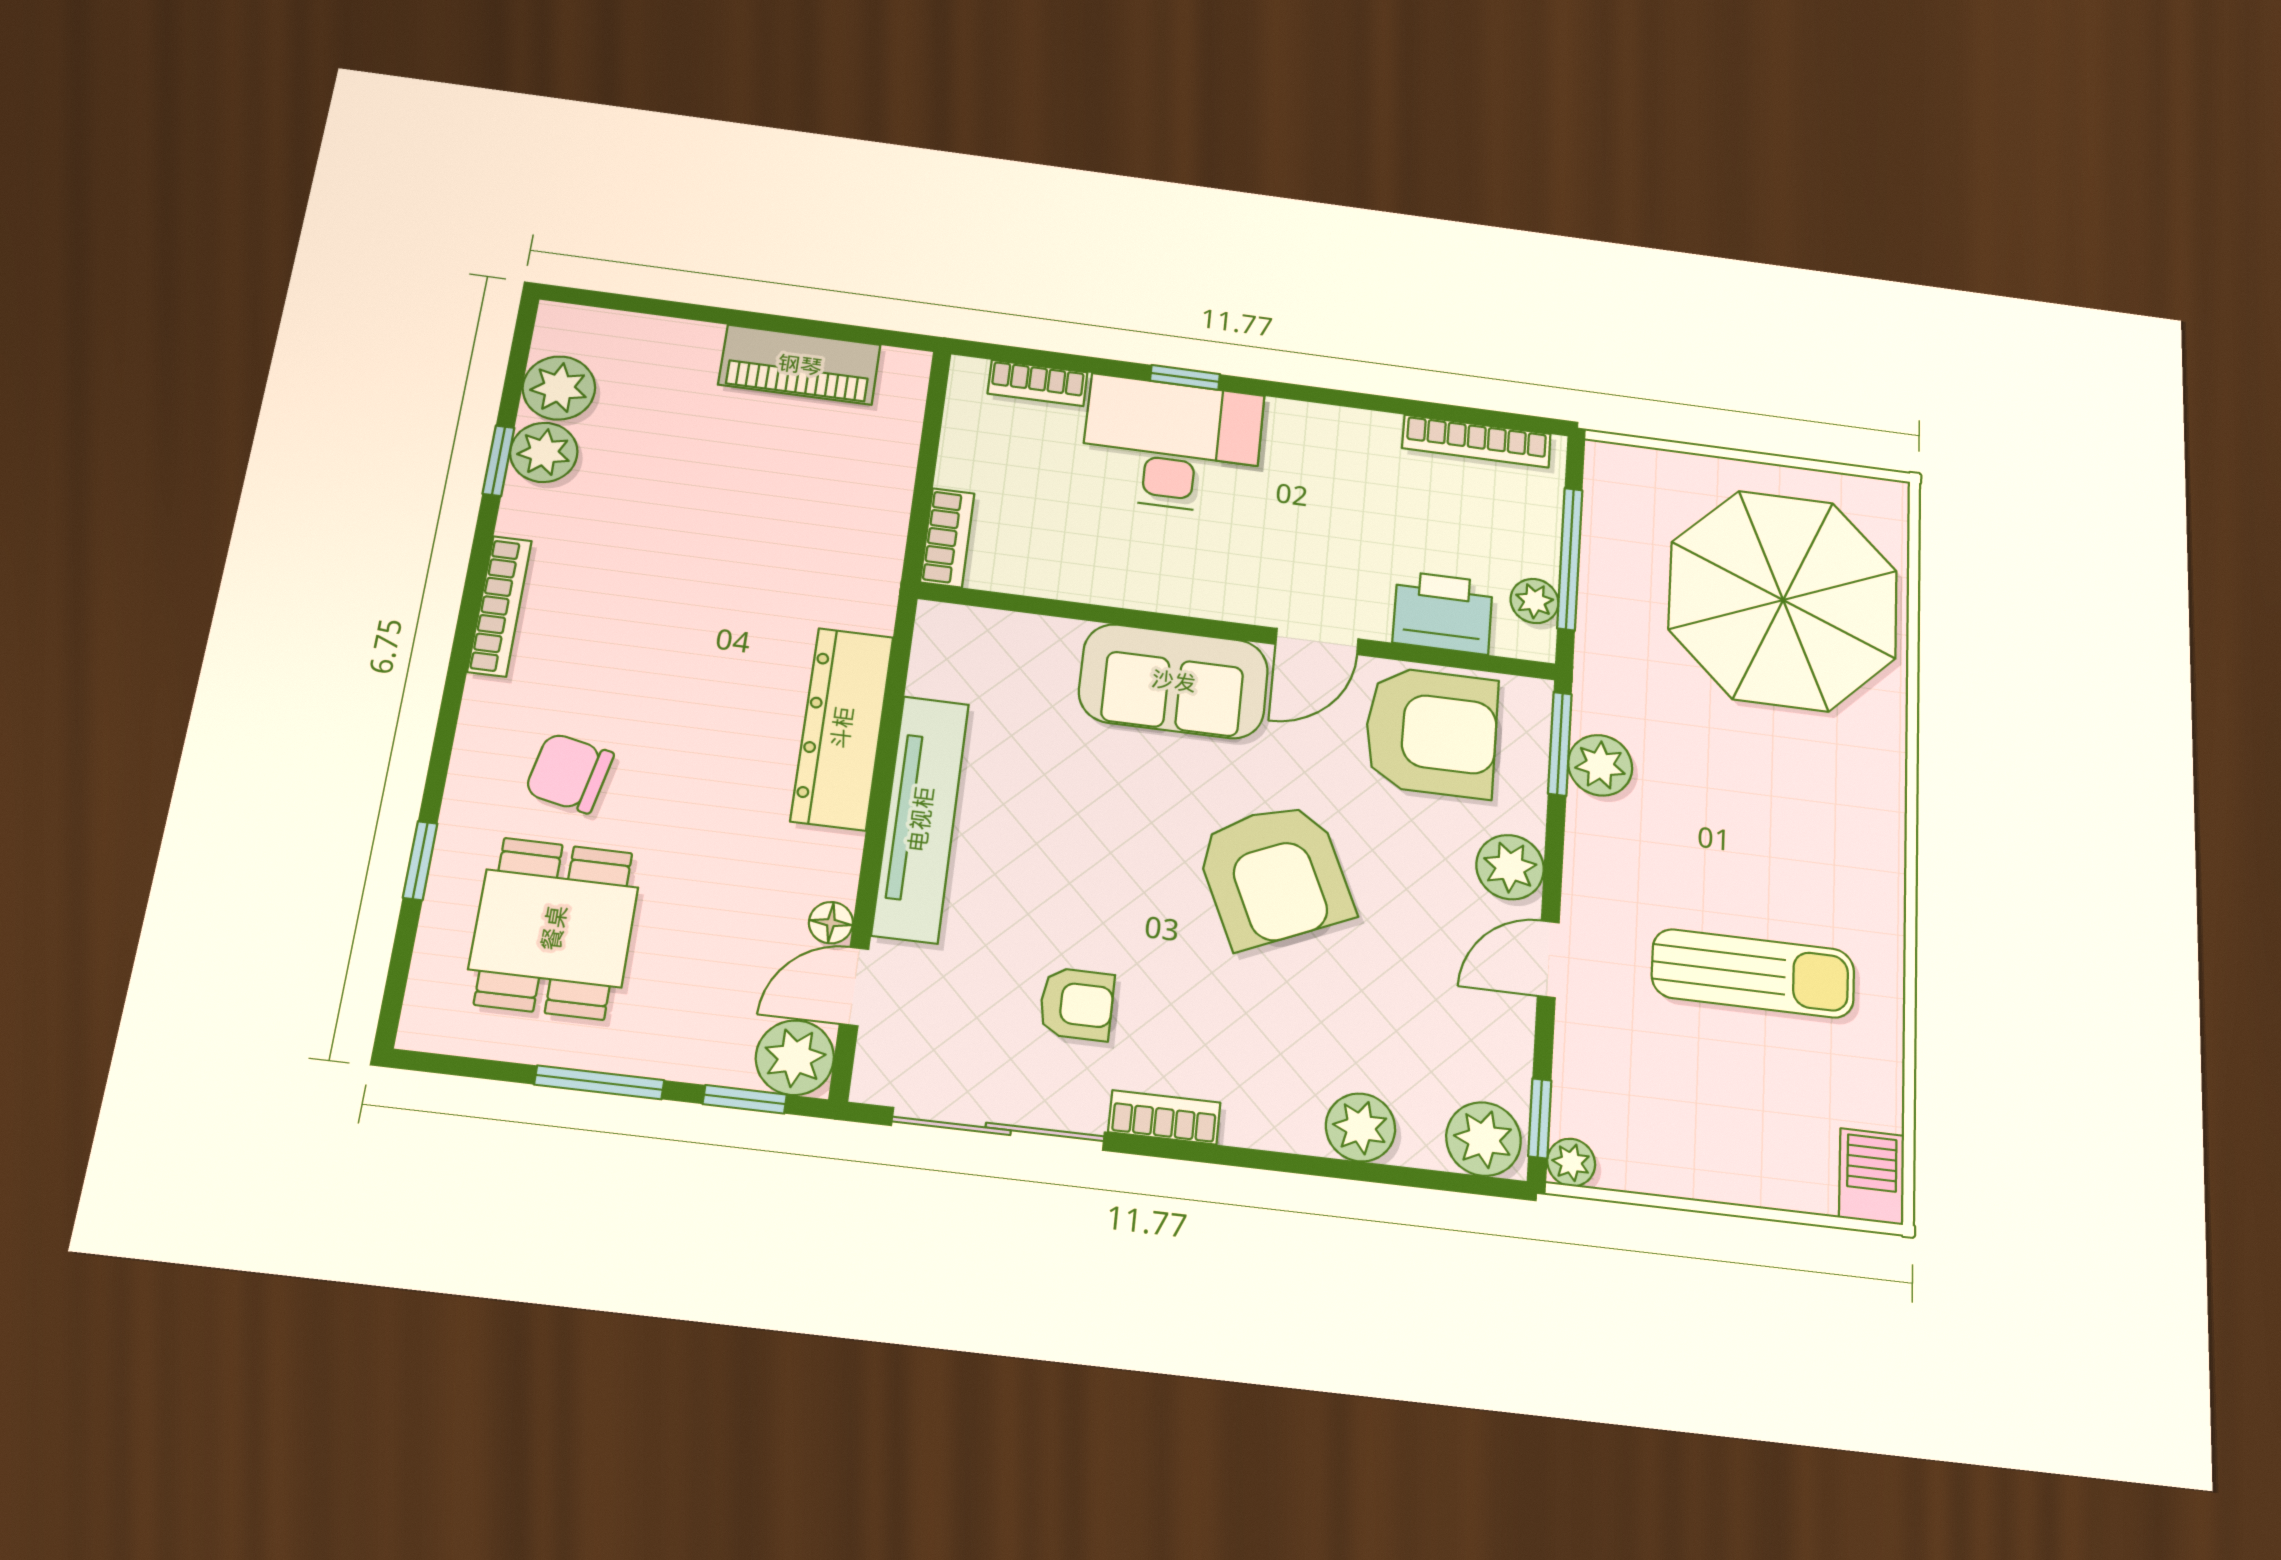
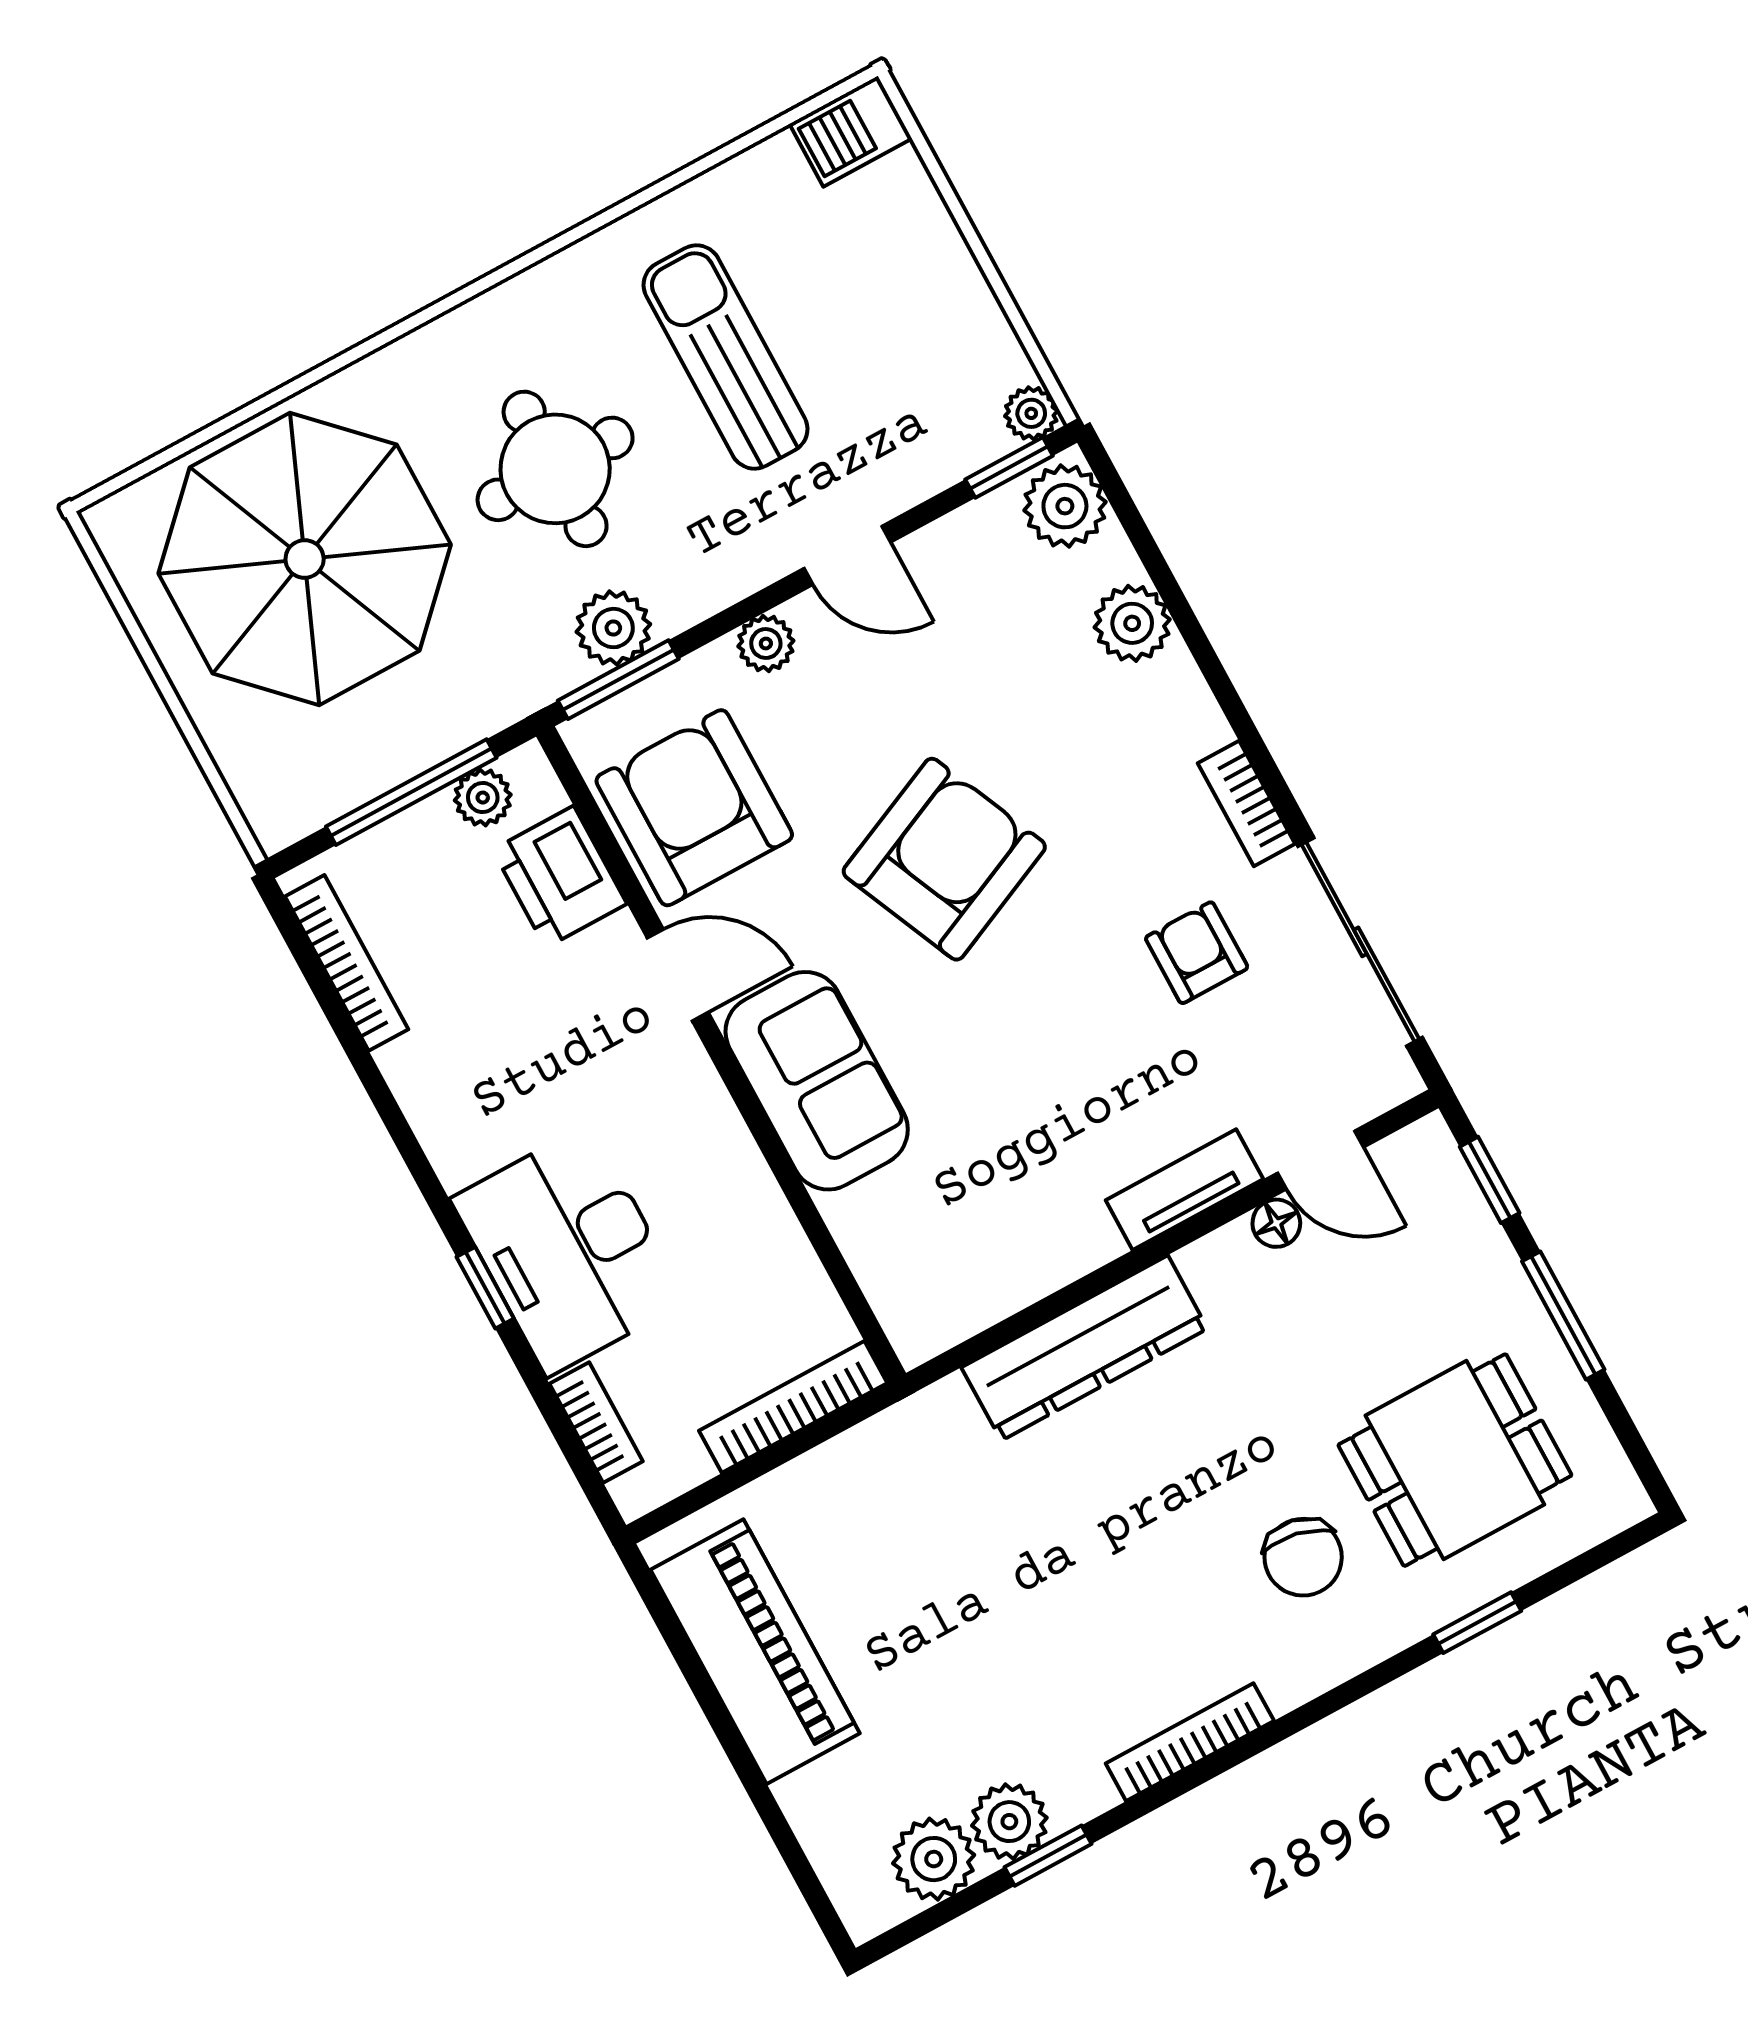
piano: (800, 365) -> (755, 1652), width x1.37, depth x1.33
bookcase: (947, 538) -> (793, 1407), width x1.56
round table: (1743, 803) -> (555, 469), added
tv unit: (921, 819) -> (1184, 1190), width x0.52, depth x0.78
plant: (1510, 867) -> (766, 644), width x0.73, depth x0.73
plant: (795, 1058) -> (1422, 1164), removed

